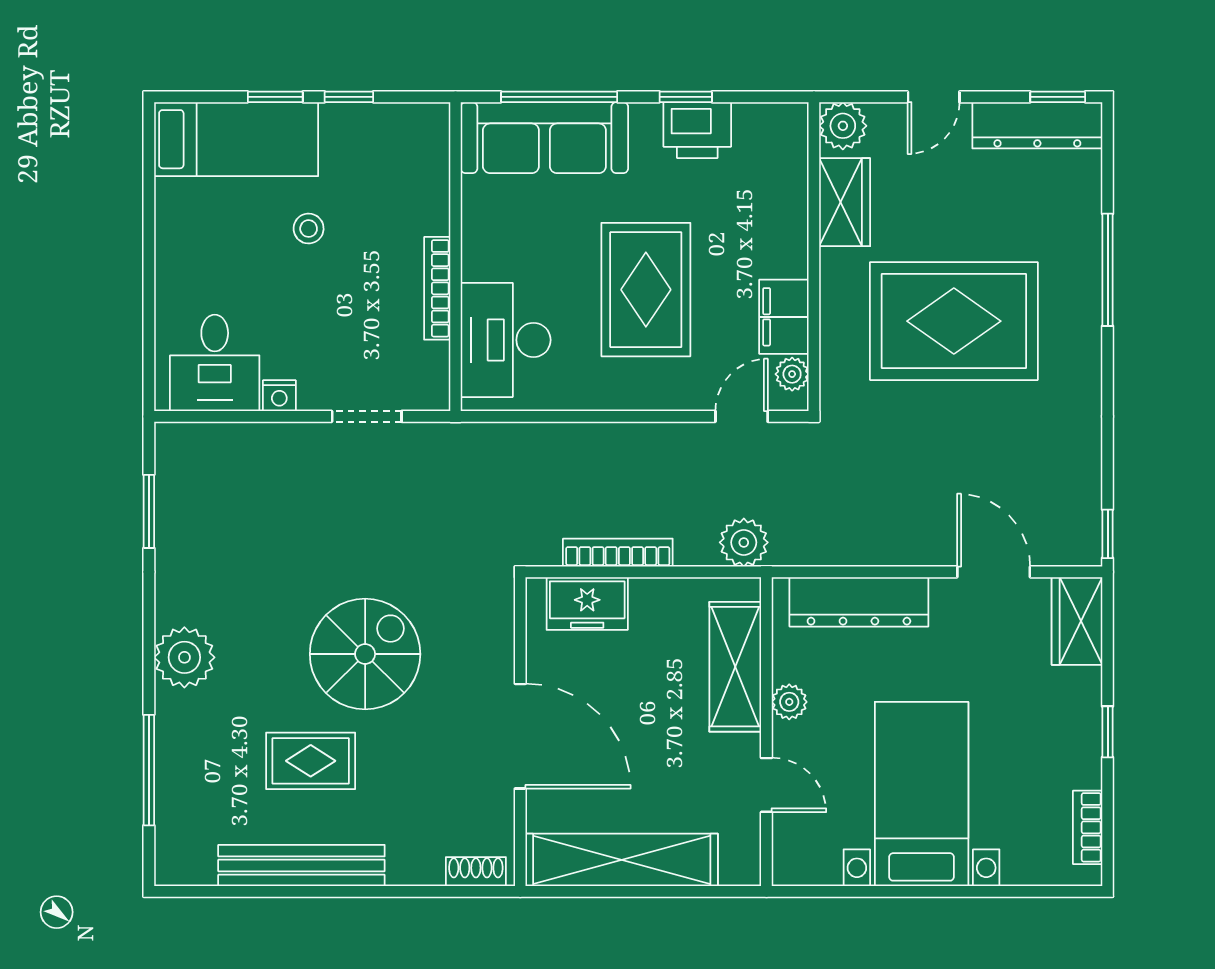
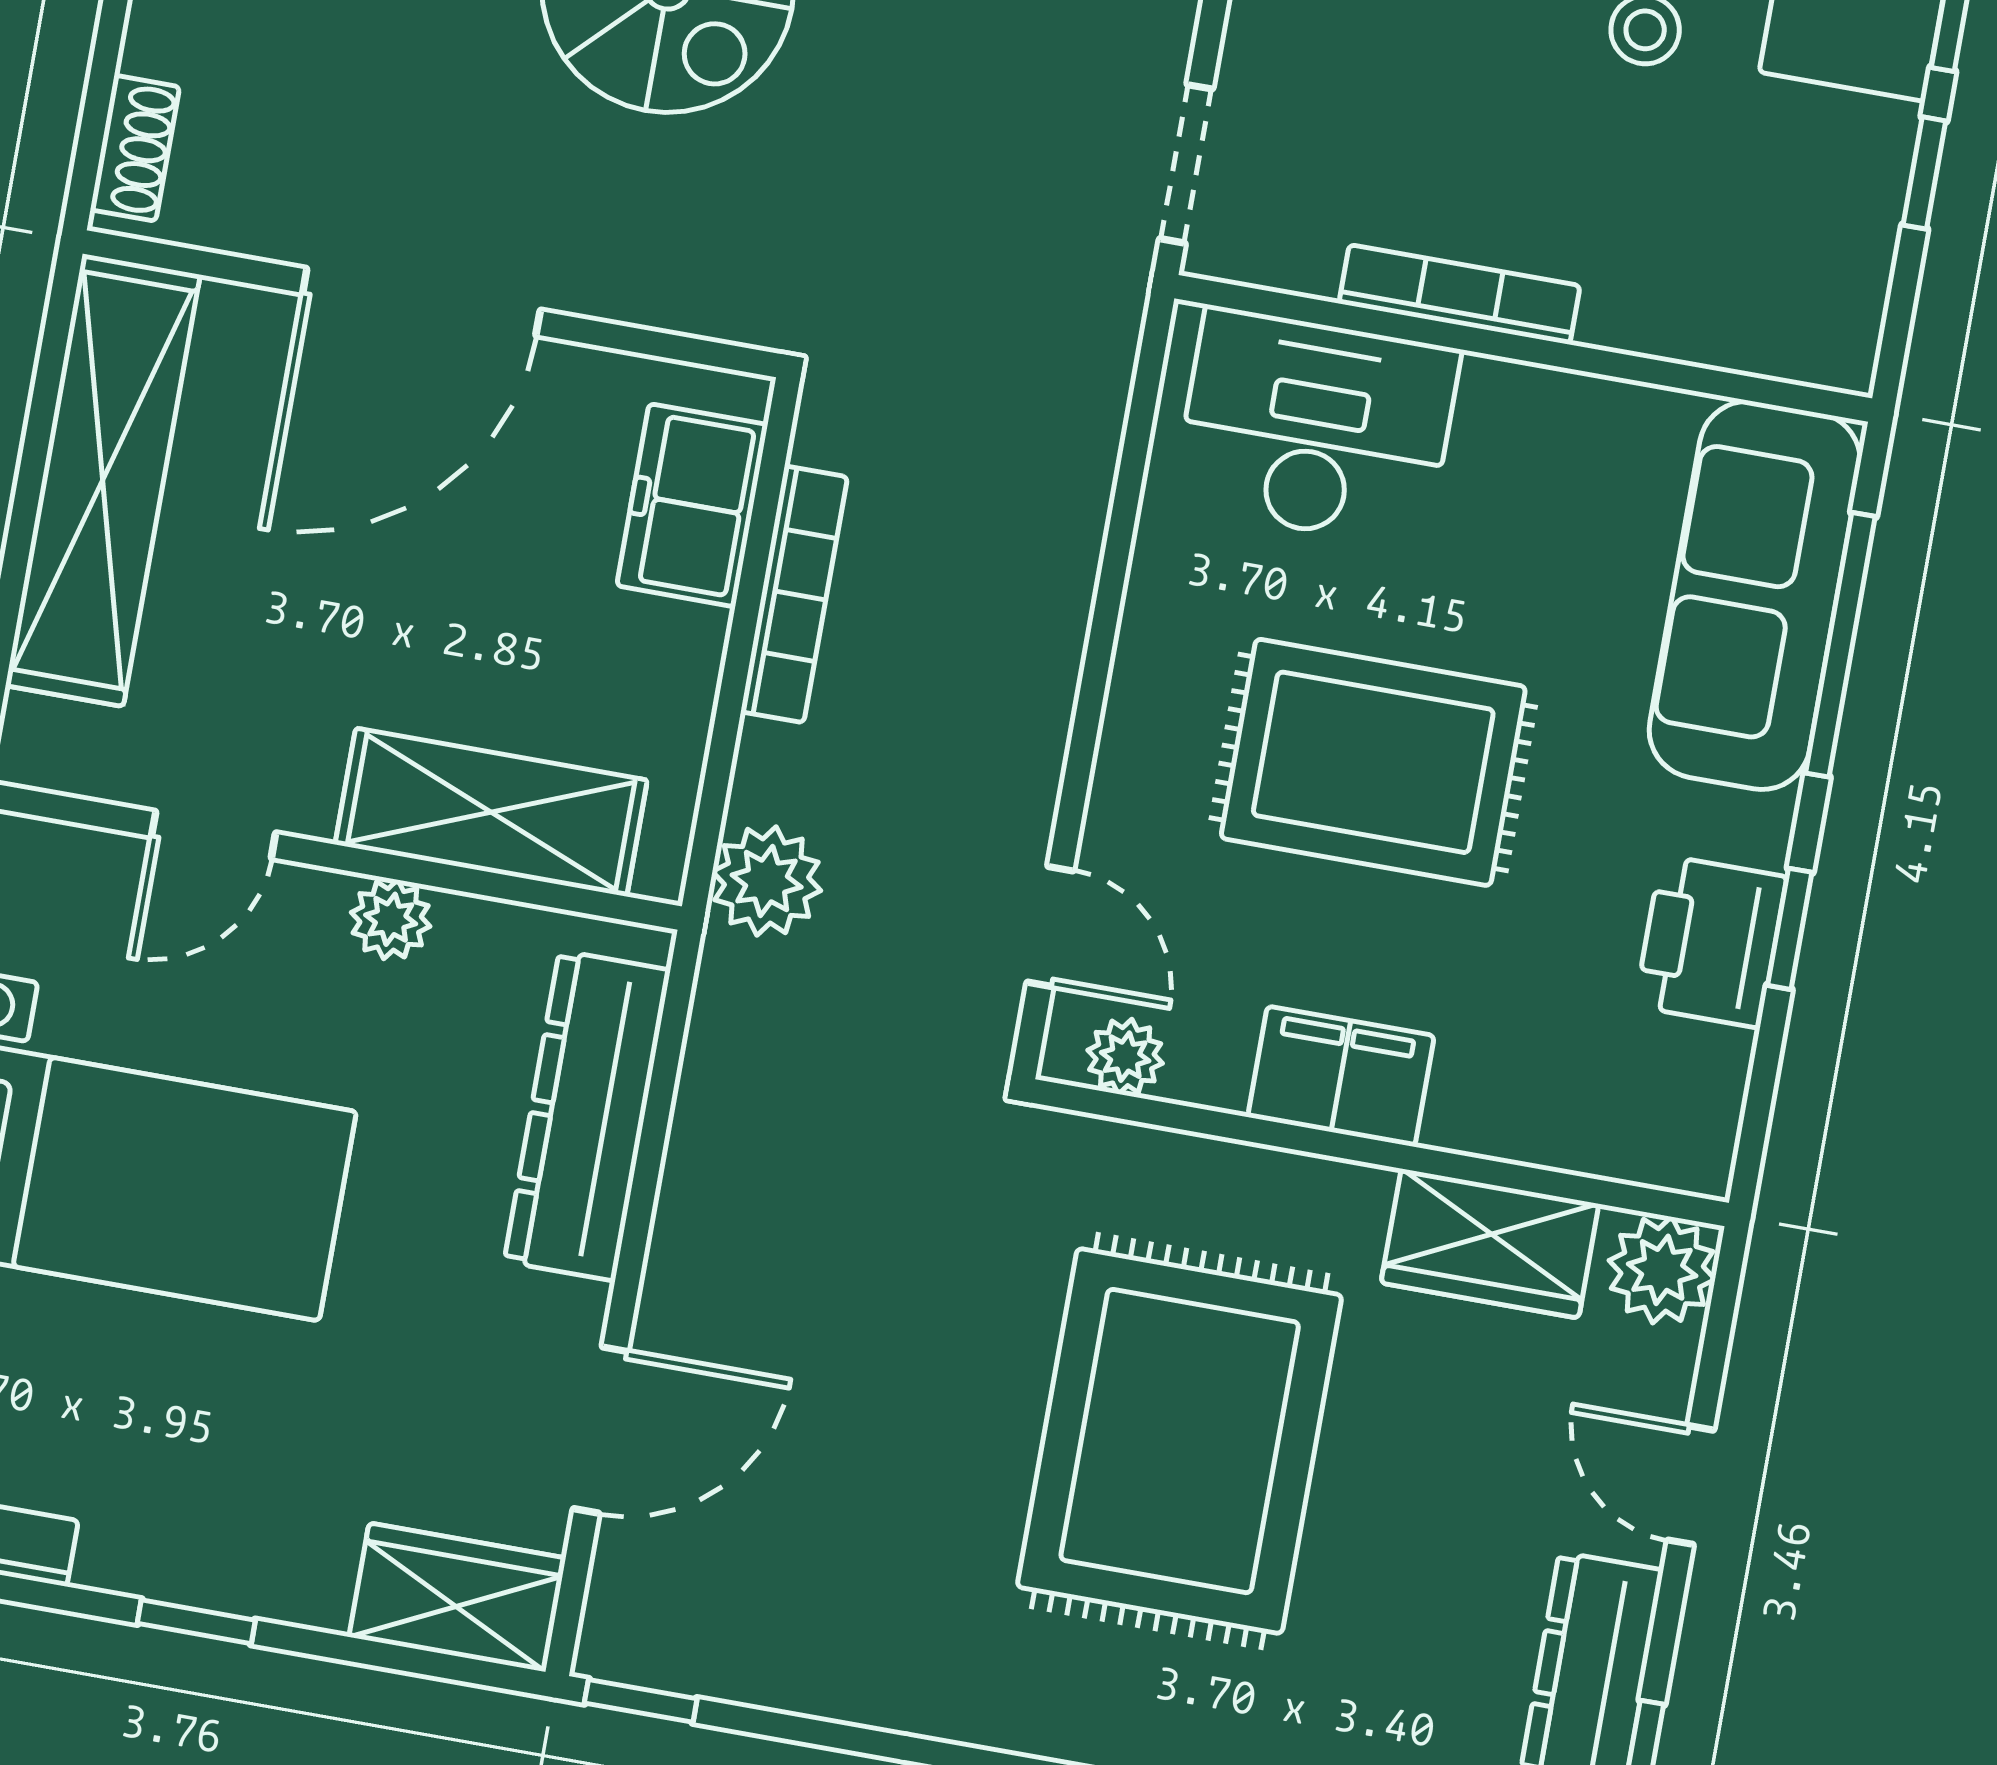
filing cabinet: (784, 317) -> (1341, 1076), moved
doorway: (367, 416) -> (1186, 164), moved

